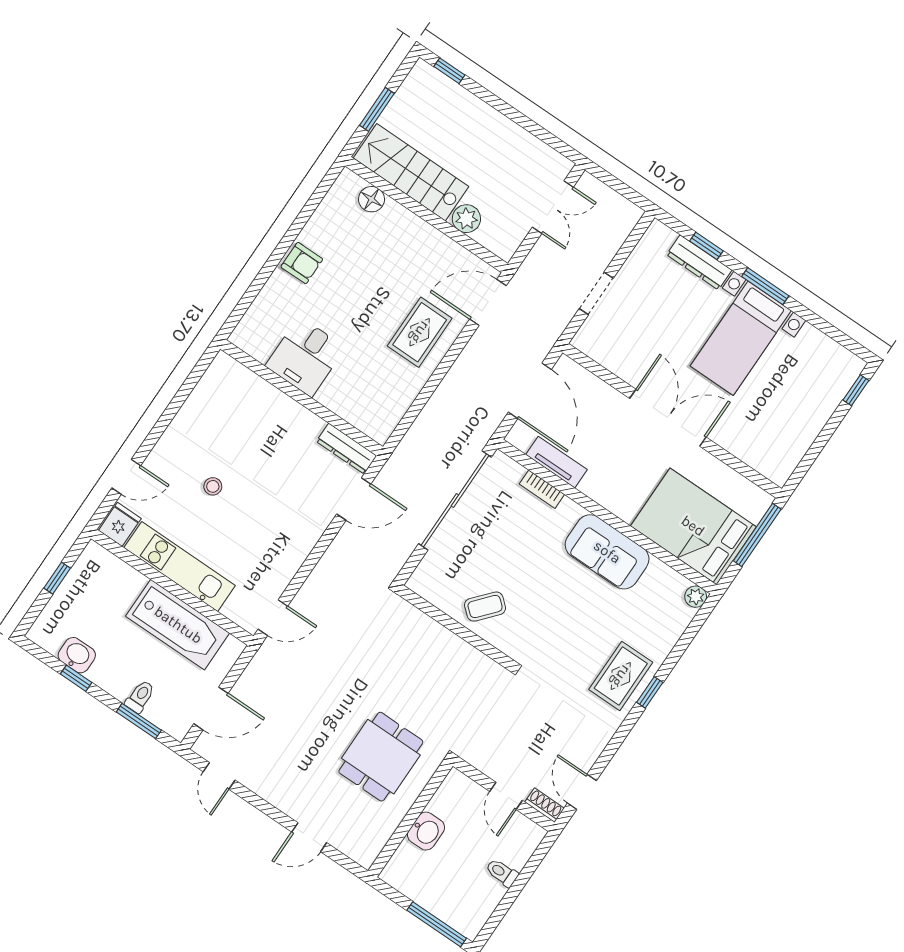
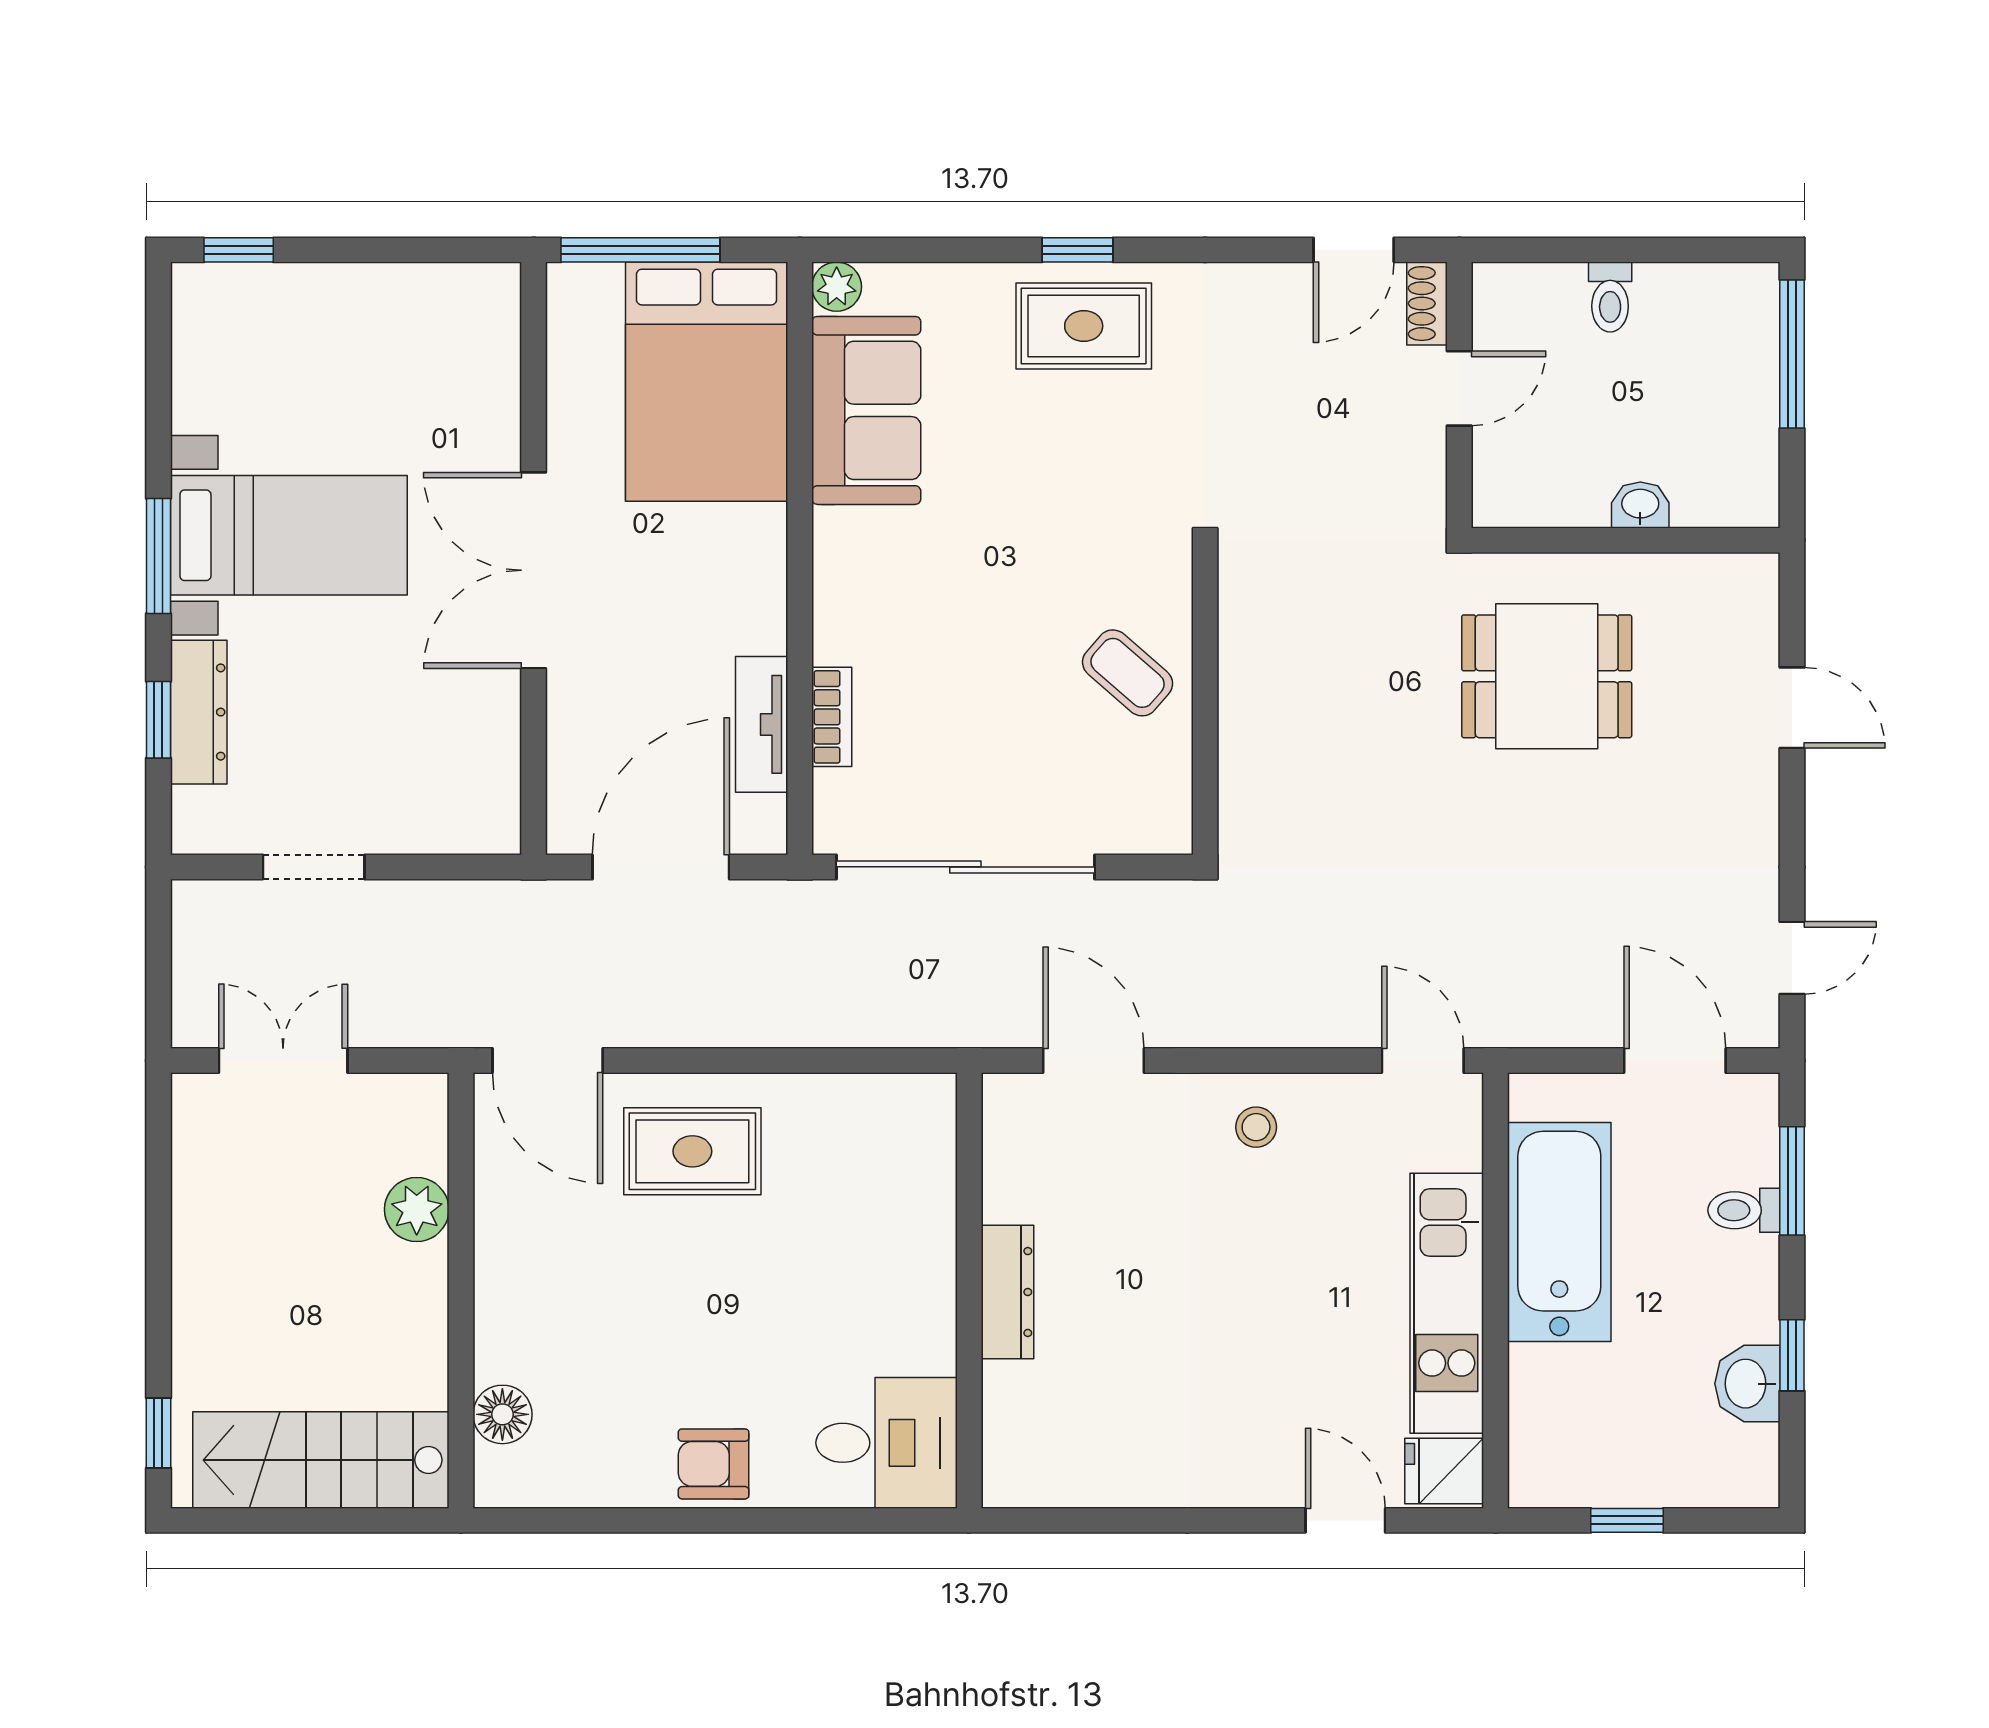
window: (377, 109) -> (325, 1520), removed
stairs: (411, 172) -> (321, 1460), moved, turned 90
armchair: (302, 263) -> (714, 1464), turned -90
doorway: (596, 293) -> (314, 867), moved
desk: (305, 357) -> (887, 1443), moved
dresser: (347, 449) -> (1007, 1292), moved
stool: (213, 486) -> (1256, 1127), moved
sofa: (607, 552) -> (866, 410), moved
washbasin: (426, 831) -> (1640, 505), width x0.72, depth x0.69

